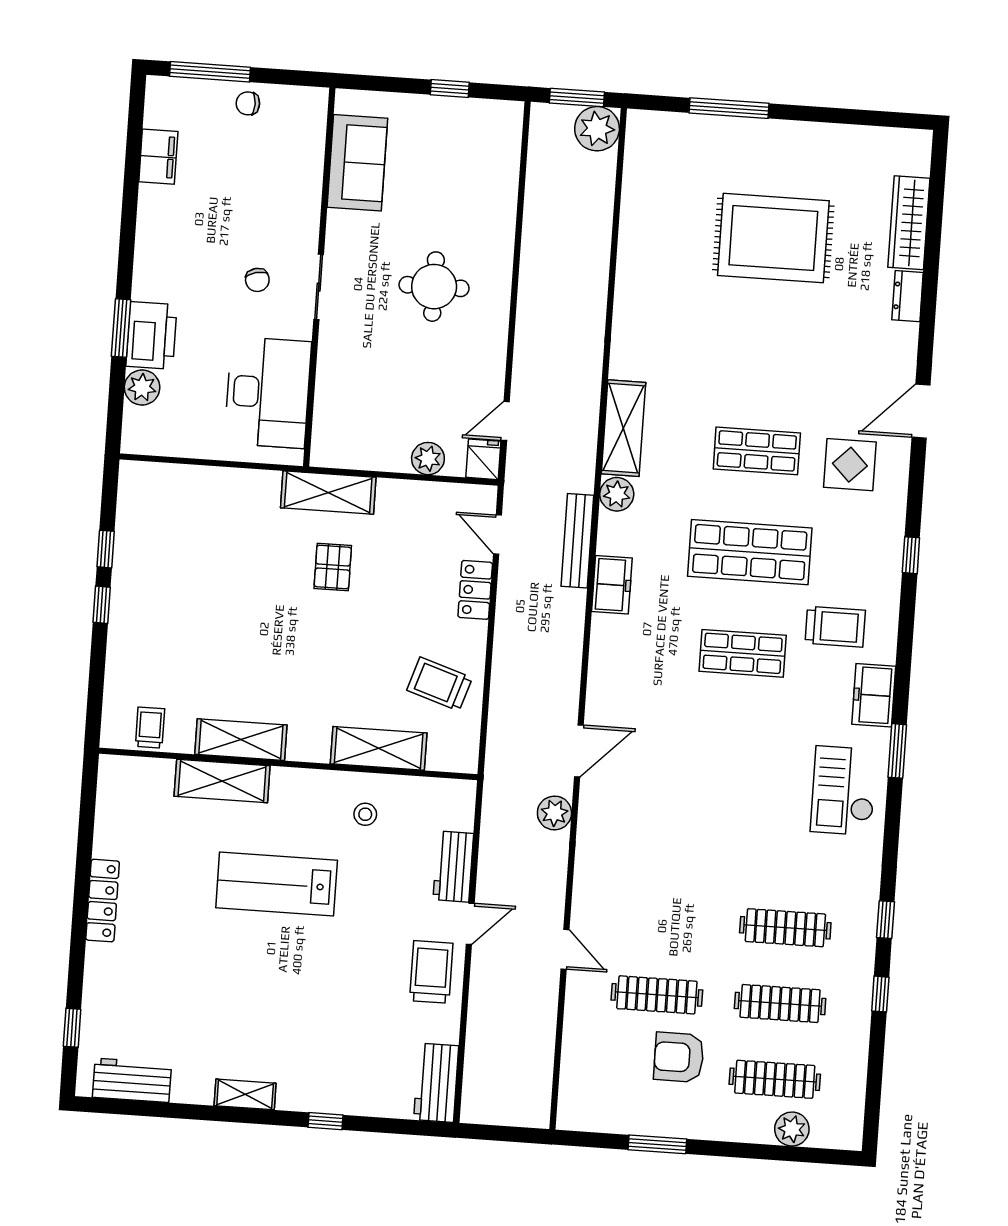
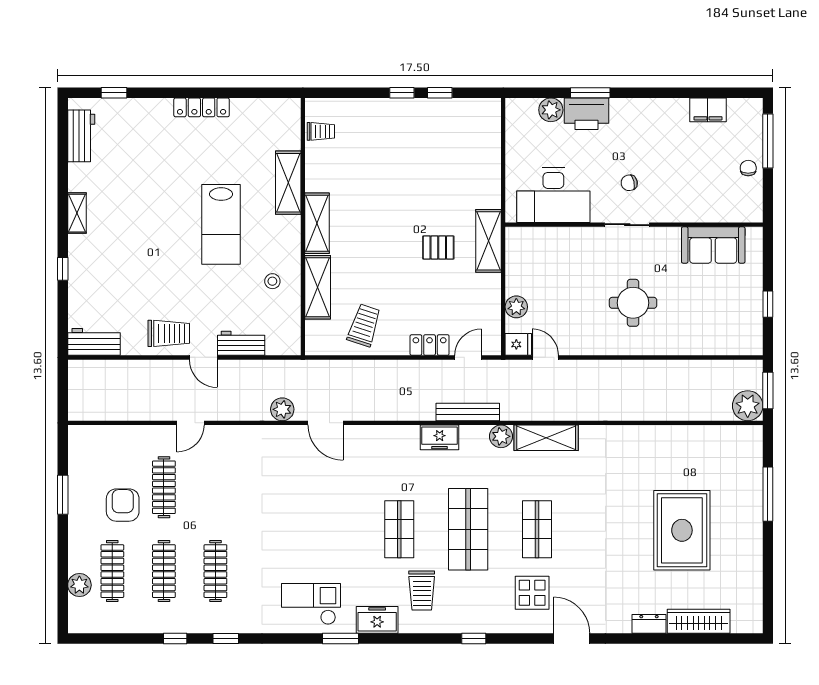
shelving: (241, 740) -> (317, 223), moved
lab bench: (277, 884) -> (221, 224), turned 180

